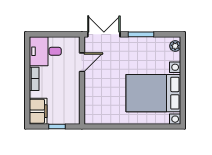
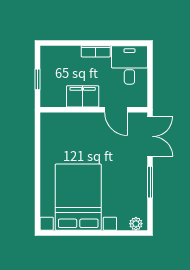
filing cabinet: (38, 111) -> (83, 96), moved, turned 180

